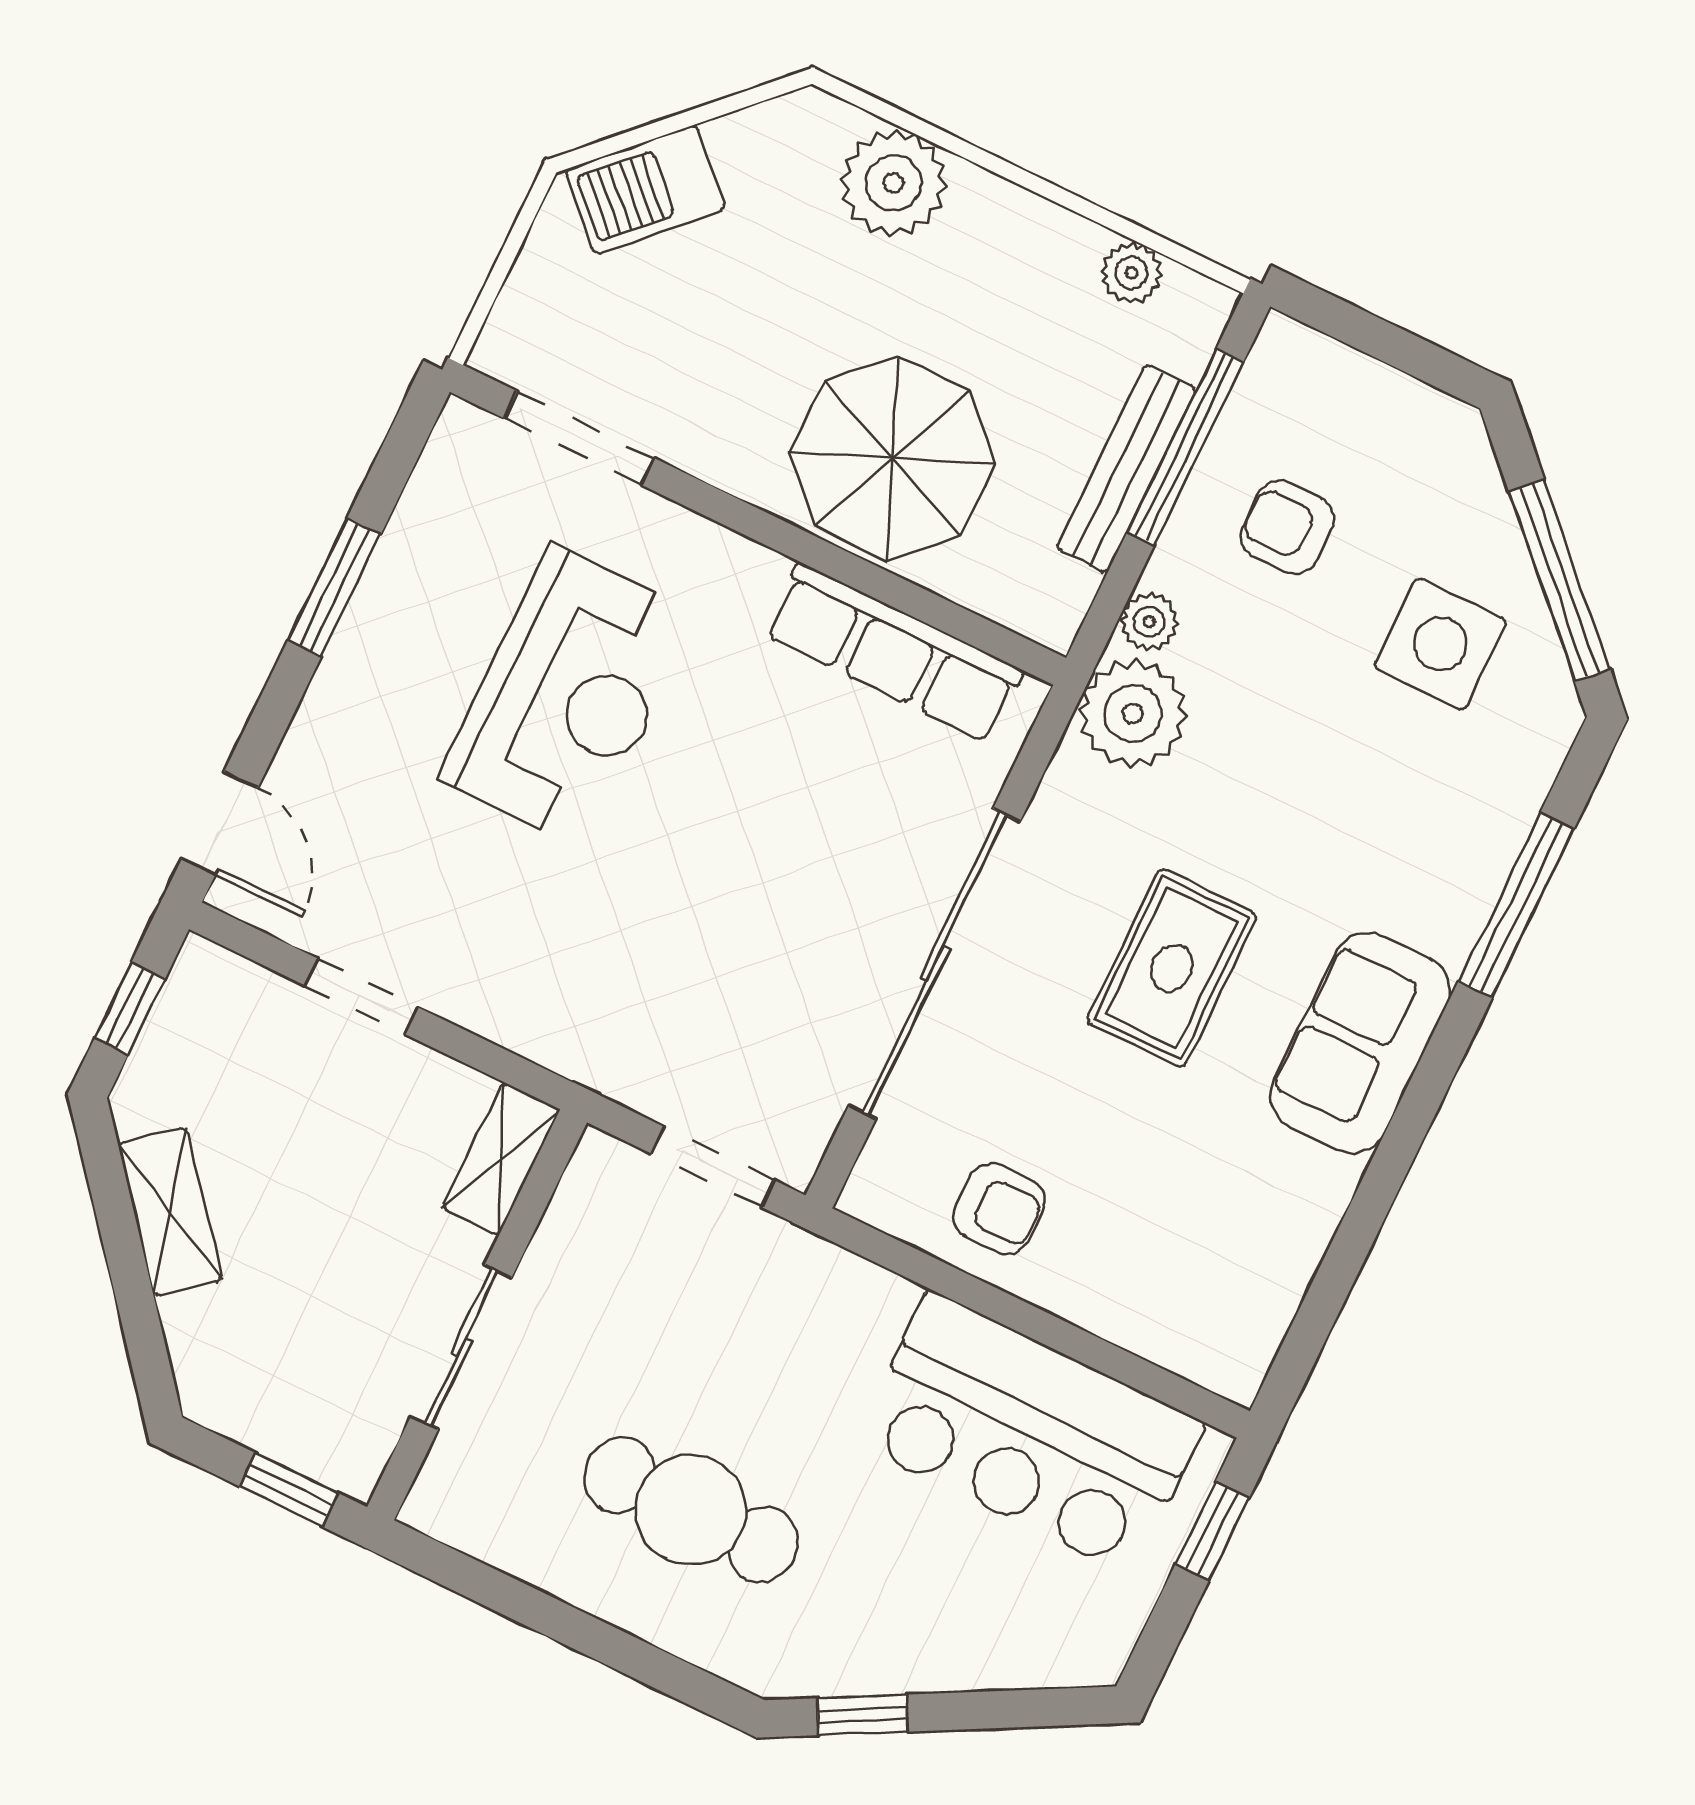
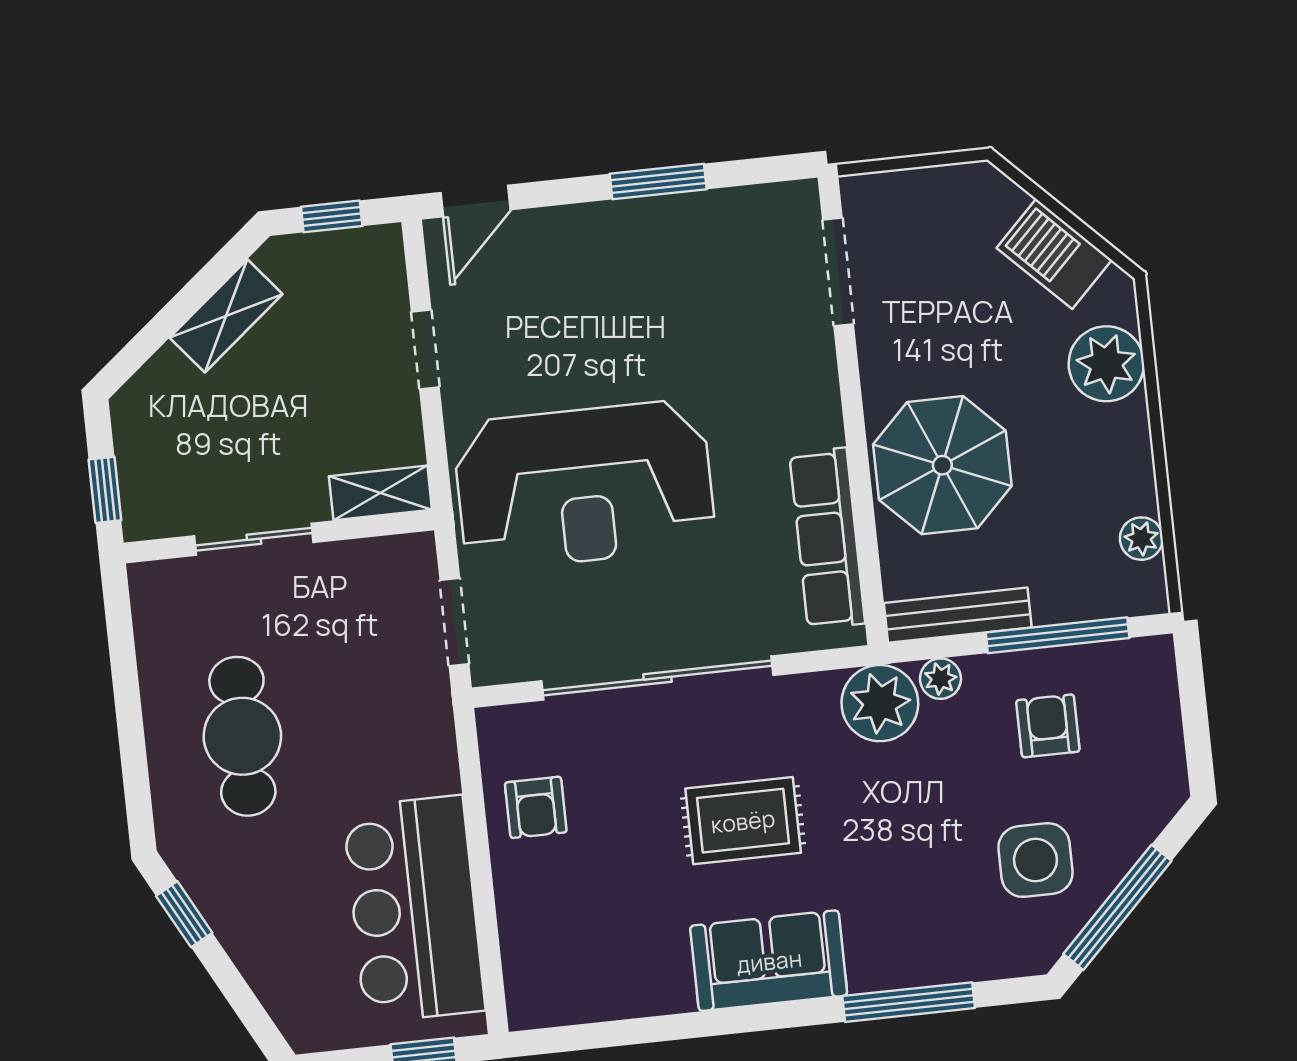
barbecue: (645, 189) -> (1054, 254), moved
bench: (1126, 469) -> (958, 615), moved
reception desk: (568, 697) -> (584, 485), moved, width x1.36, depth x1.30

